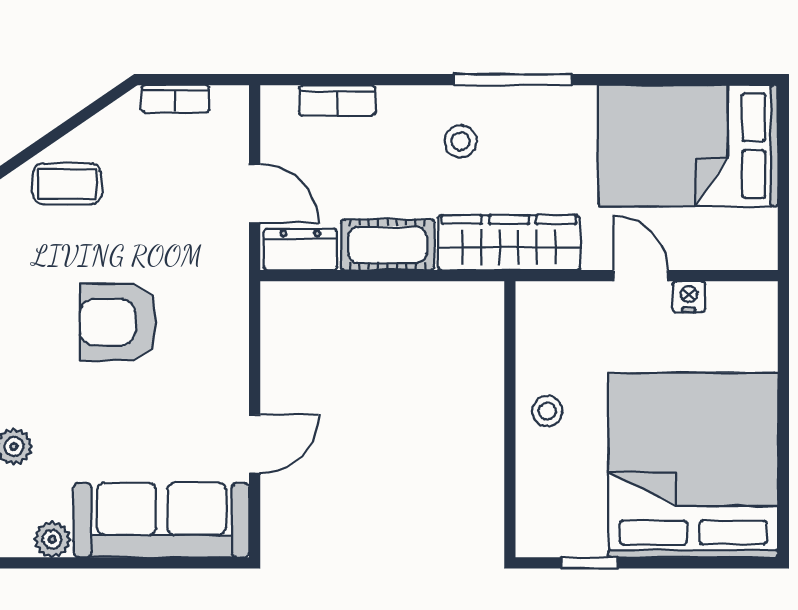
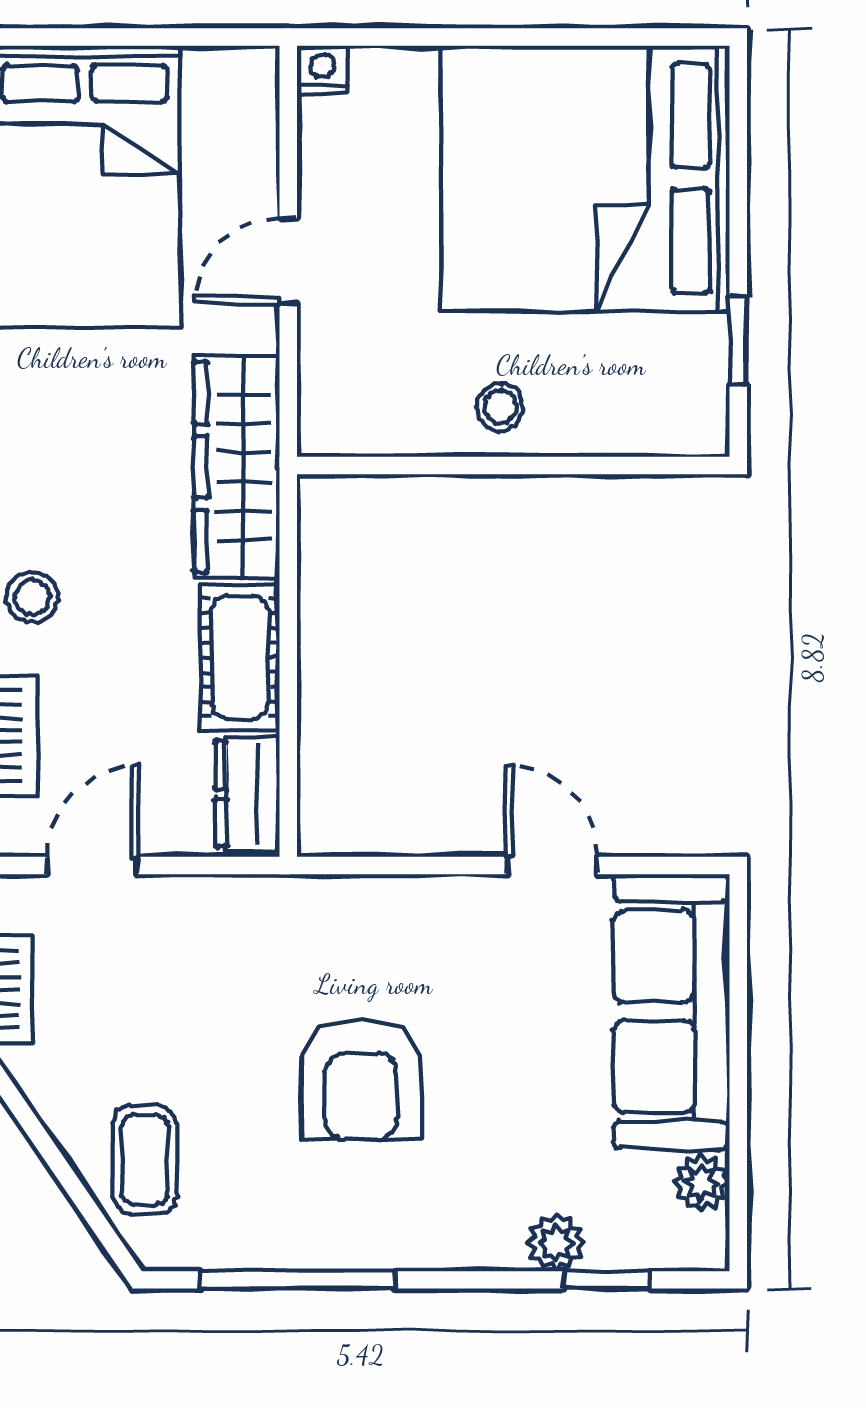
stool: (461, 141) -> (32, 597), moved
door: (255, 194) -> (92, 866), moved
nightstand: (689, 297) -> (323, 70), moved, turned 90

